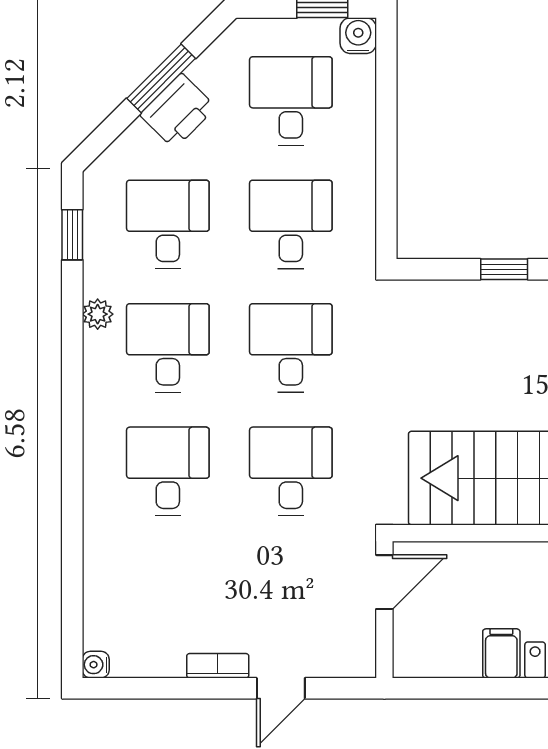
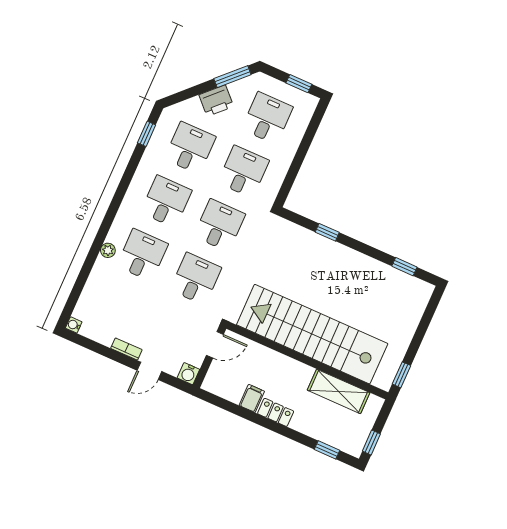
water cooler: (358, 36) -> (188, 374), moved, turned 180
window: (161, 78) -> (232, 77), moved
plant: (98, 314) -> (108, 250), moved

